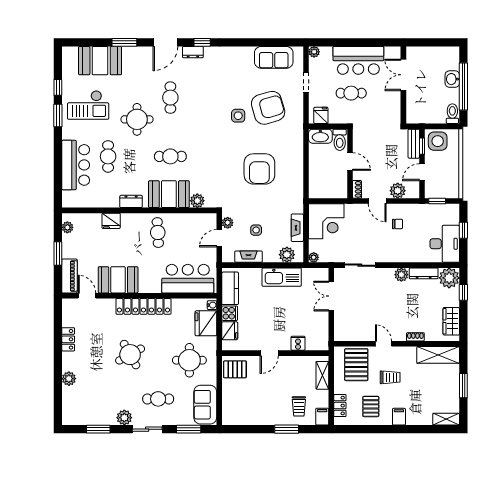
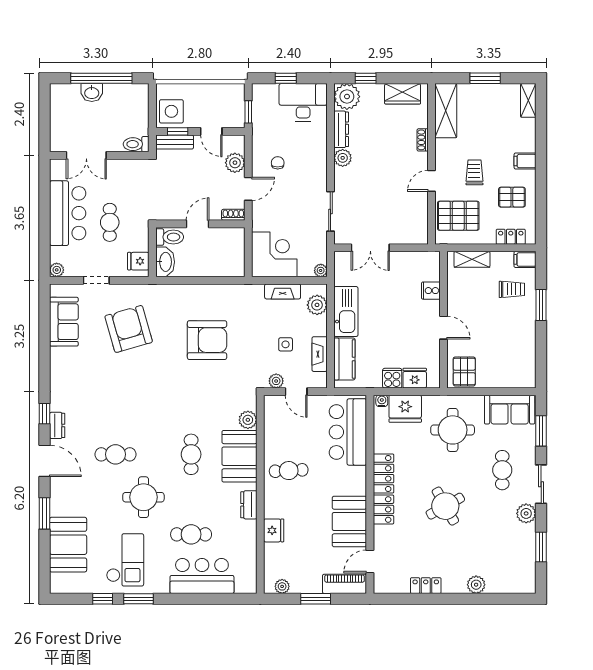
toilet: (452, 114) -> (136, 144), moved
side table: (238, 116) -> (139, 367), removed
kitchen counter: (230, 288) -> (344, 359), moved, turned 90

